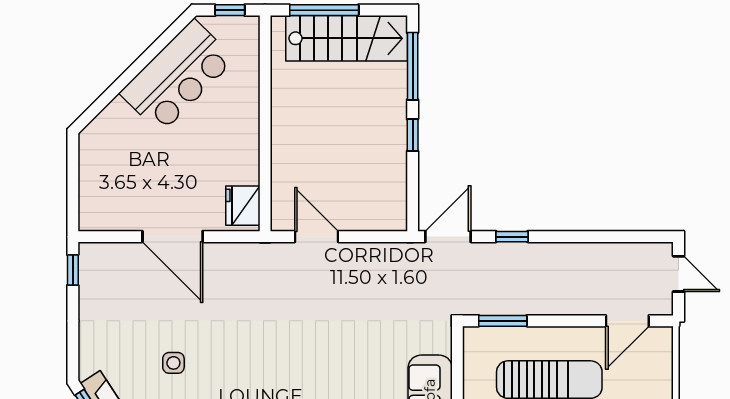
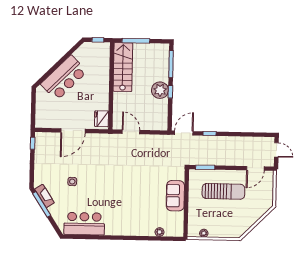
stairs: (347, 38) -> (123, 67), moved, turned -90
bar counter: (177, 76) -> (64, 78), moved
plant: (387, 132) -> (160, 90), added
door: (173, 237) -> (73, 131), hinge flipped

